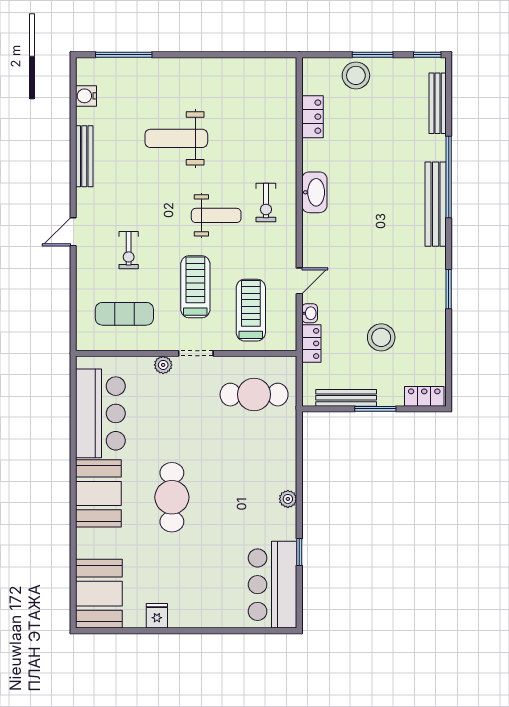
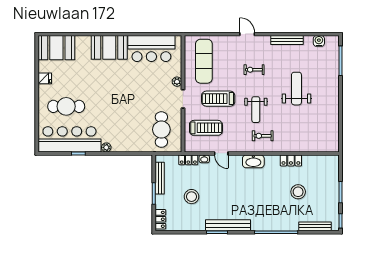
stool: (356, 75) -> (298, 192), moved
locker: (313, 117) -> (291, 160), moved
washbasin: (314, 192) -> (253, 161), moved
bench: (436, 204) -> (228, 225), moved
exercise bike: (129, 250) -> (254, 70), moved
treadmill: (195, 287) -> (218, 99), turned 180
exercise mat: (124, 314) -> (204, 61), width x1.36, depth x1.45
cafe table: (172, 497) -> (66, 106), moved
bar counter: (273, 585) -> (69, 139), width x1.36

